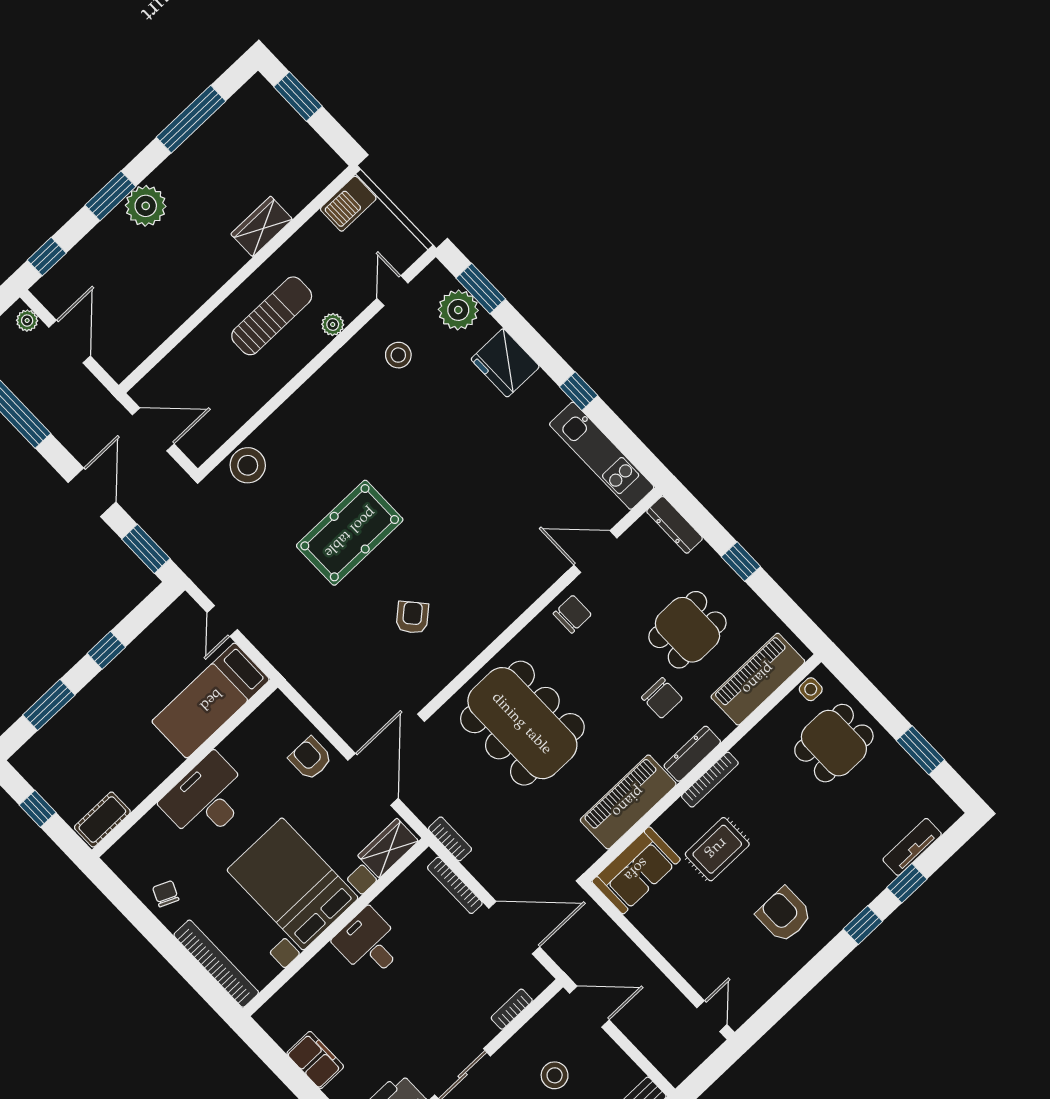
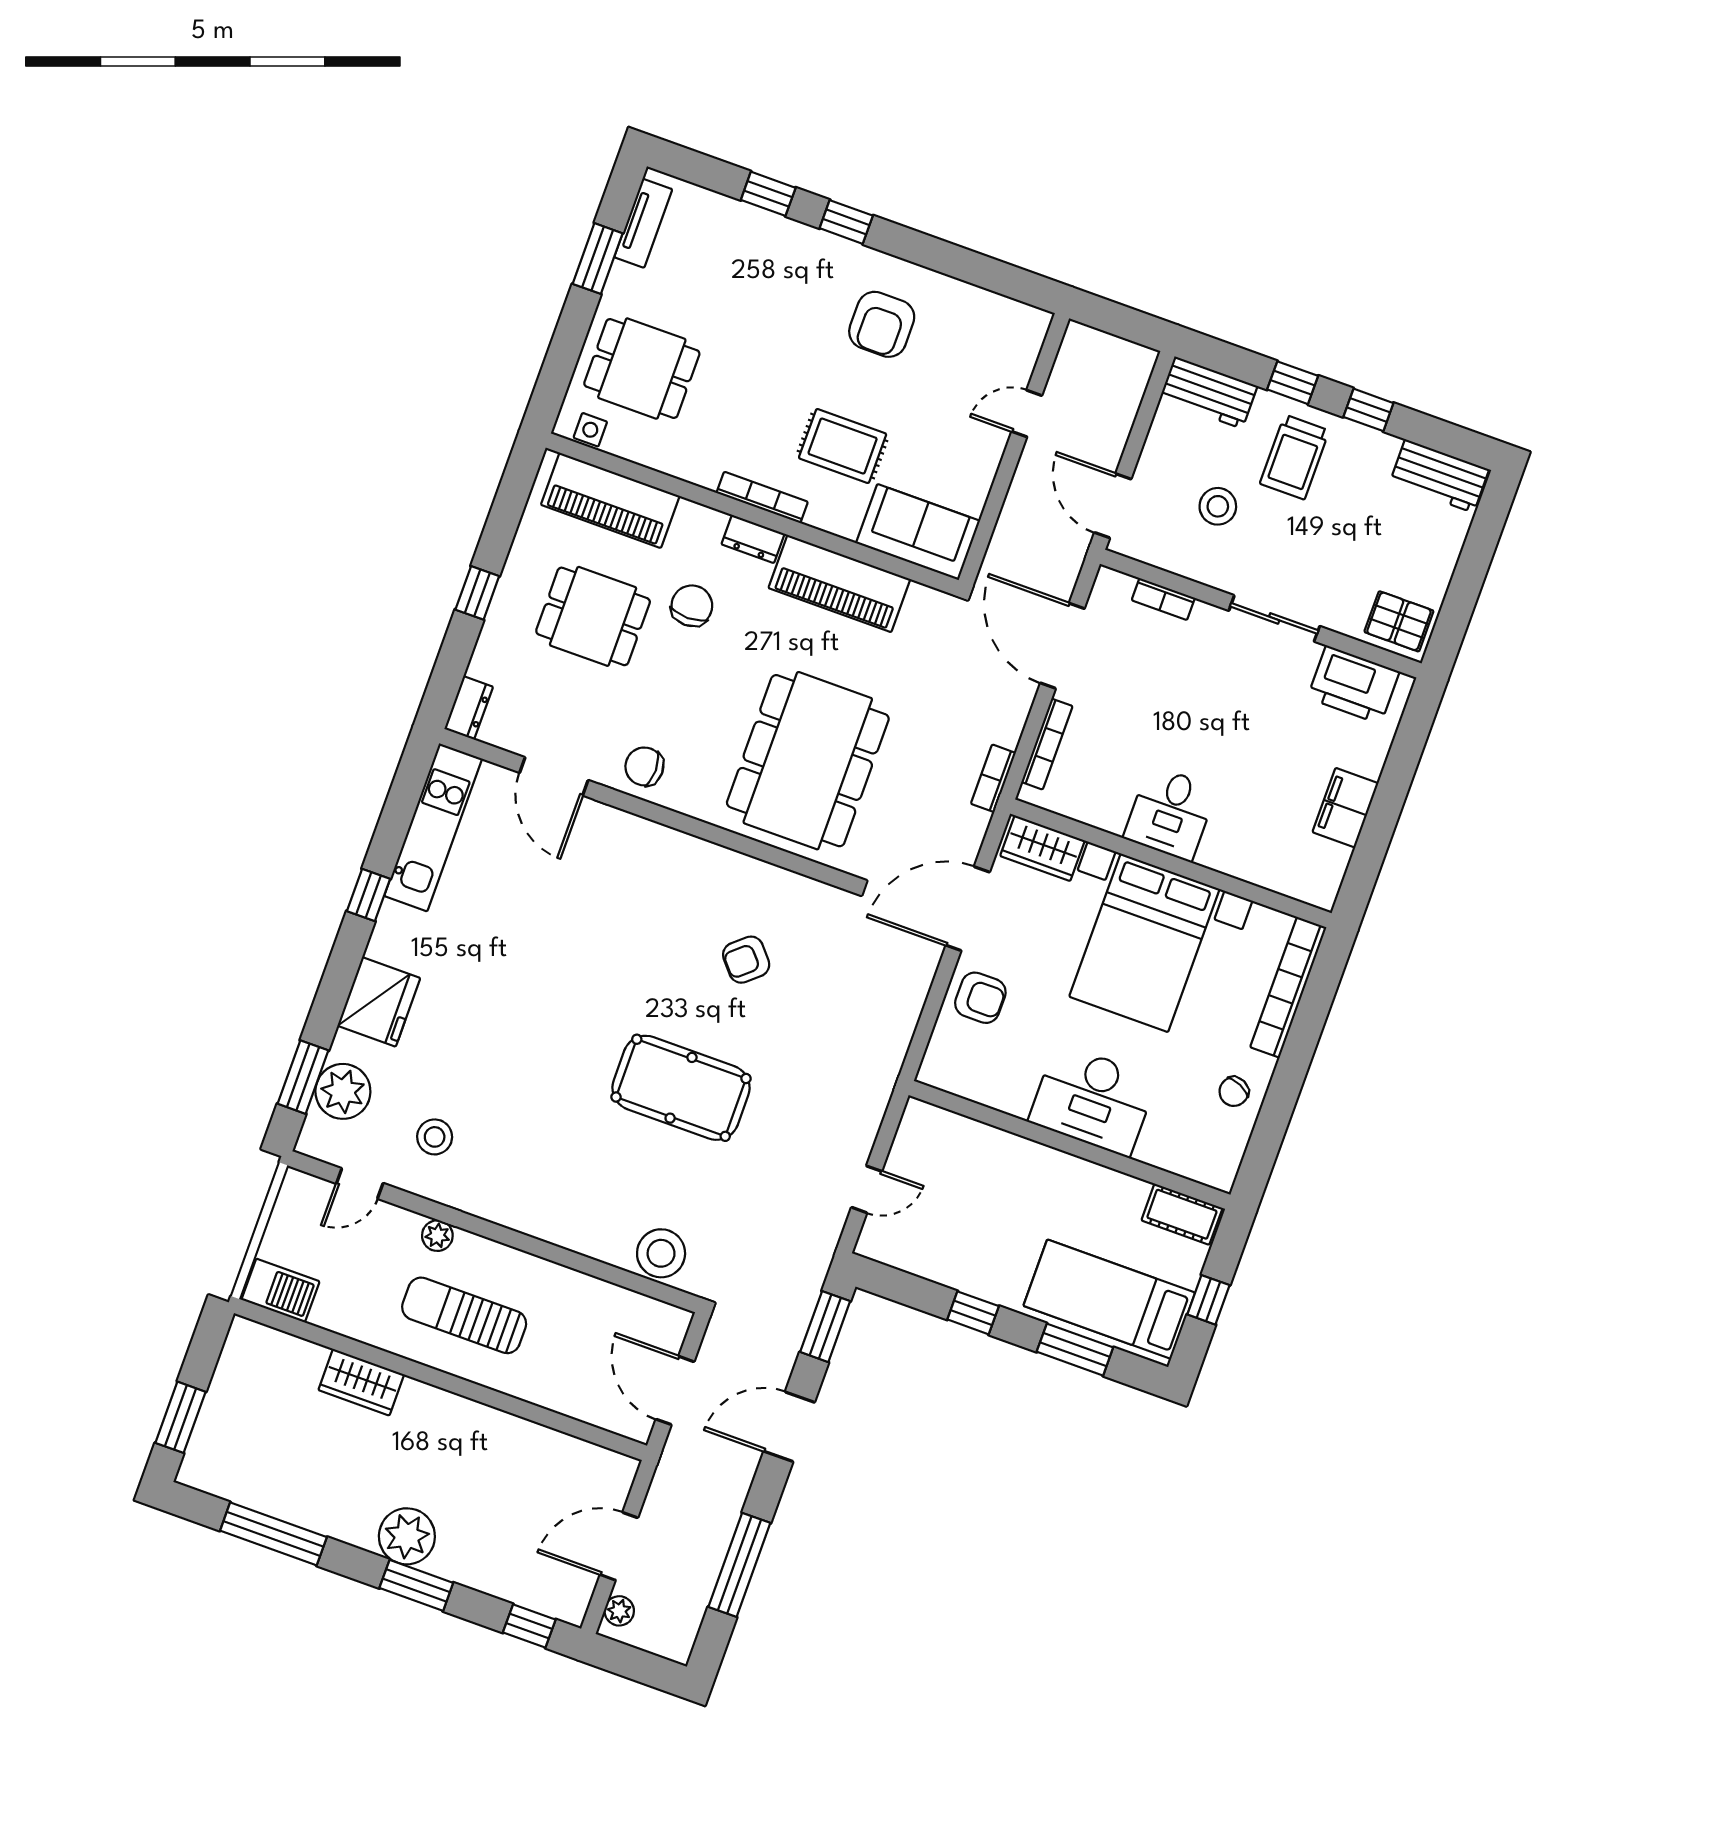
dresser: (675, 525) -> (469, 708), width x0.70
bed: (211, 700) -> (1109, 1299), moved, turned 180
dresser: (692, 754) -> (753, 539), width x0.70
armchair: (310, 758) -> (980, 998), turned -90
tv unit: (912, 847) -> (643, 223), moved, turned -90
door: (712, 1016) -> (1027, 413), moved

